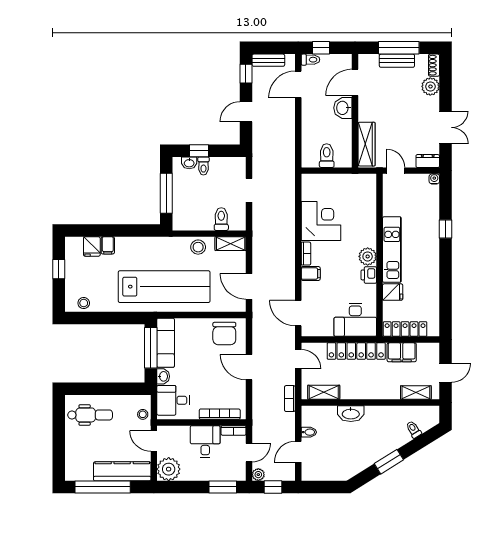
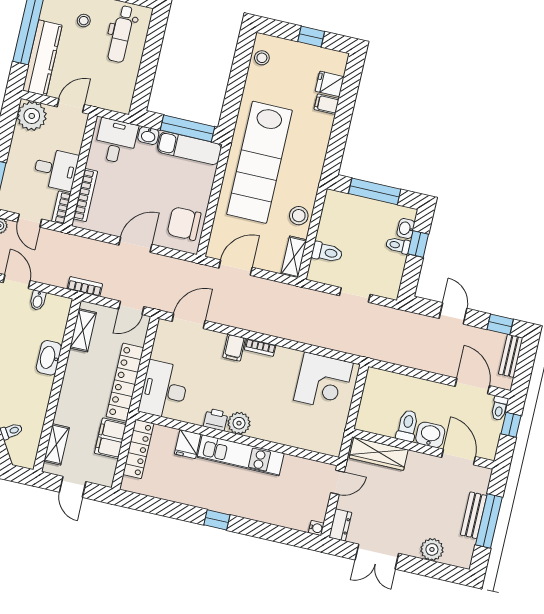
shoe rack: (434, 65) -> (457, 560), removed
toilet: (327, 156) -> (407, 426), moved, turned -90
corner desk: (321, 221) -> (323, 382), moved
window: (446, 229) -> (217, 520), moved
stool: (143, 414) -> (84, 21), moved

